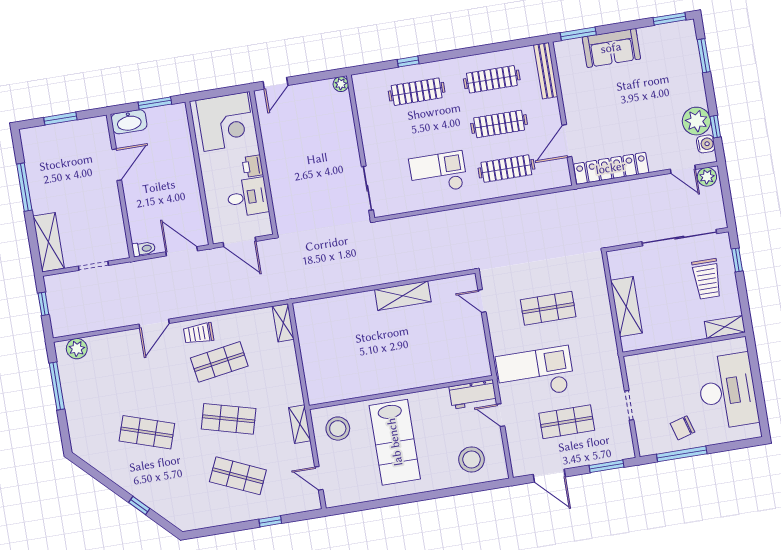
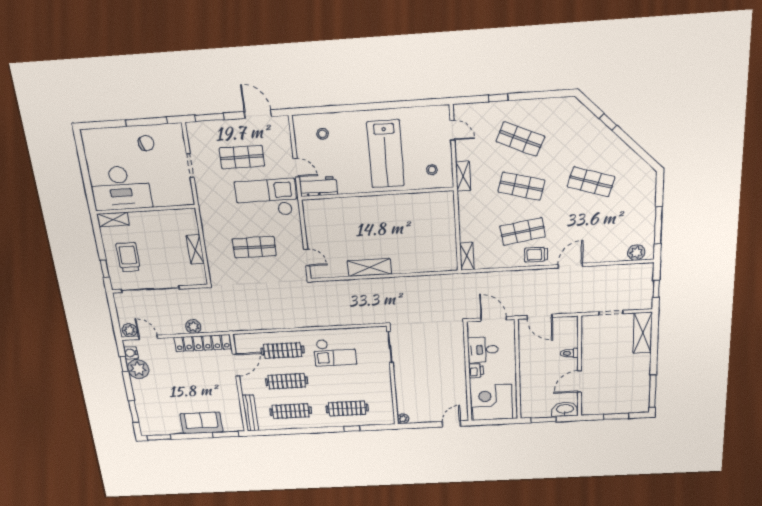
window: (24, 187) -> (653, 391), moved
plant: (624, 191) -> (193, 327), added
toilet: (144, 249) -> (569, 353), moved
shelving: (626, 307) -> (195, 250), width x0.67, depth x0.75
trolley: (199, 333) -> (536, 255), turned 180
checkout: (535, 373) -> (266, 198), turned 180
desk: (728, 391) -> (120, 188), moved, turned -90
stool: (338, 429) -> (432, 170), width x0.53, depth x0.53
lab bench: (395, 442) -> (386, 154), turned 180
stool: (472, 459) -> (323, 134), width x0.53, depth x0.53

